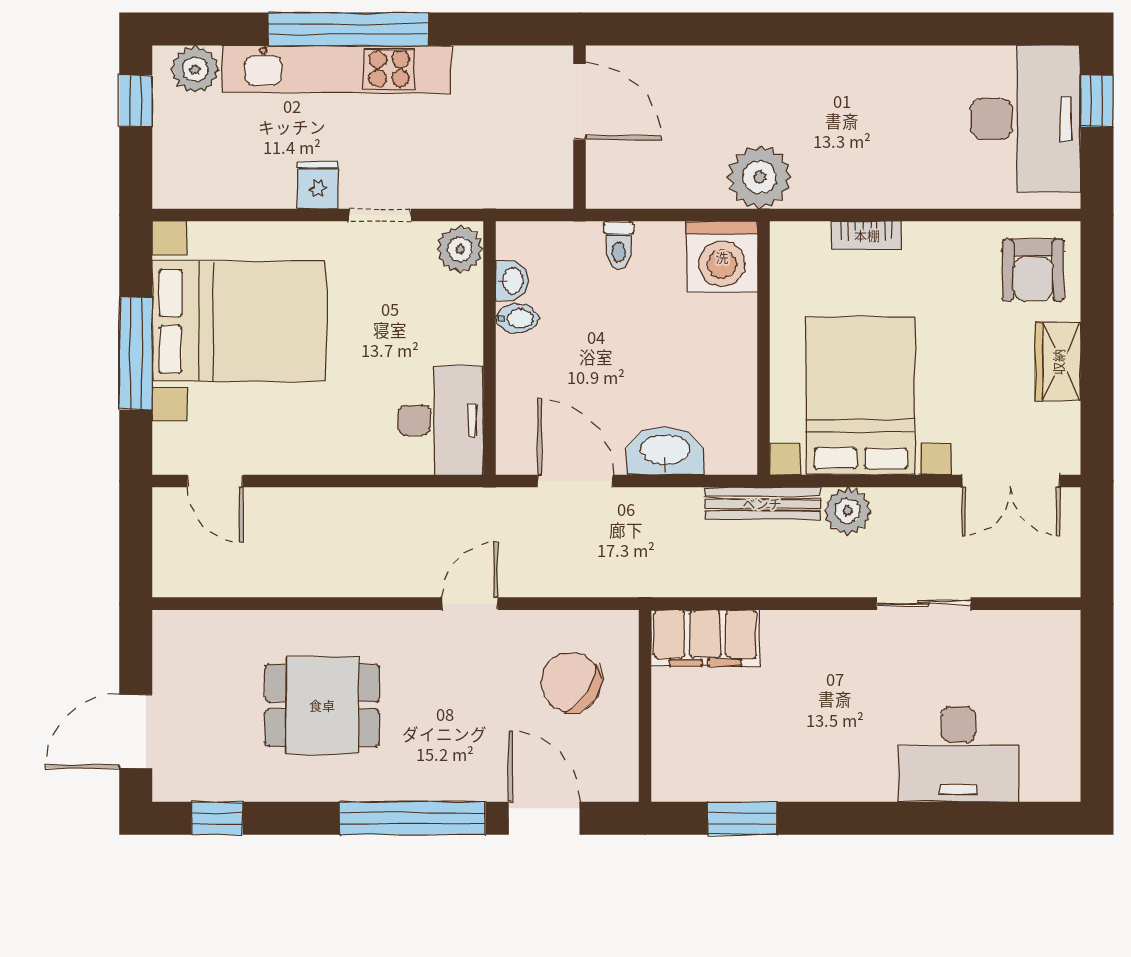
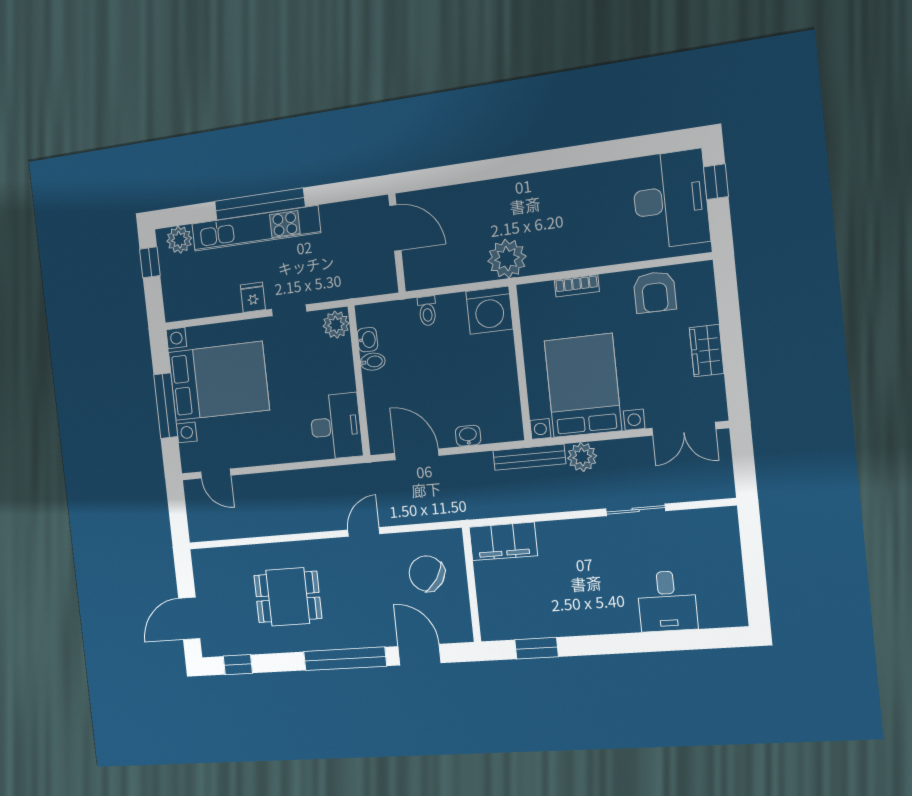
armchair: (1033, 270) -> (655, 292), moved
washbasin: (665, 451) -> (468, 436), width x0.52, depth x0.69
desk: (959, 754) -> (667, 601), width x0.73

